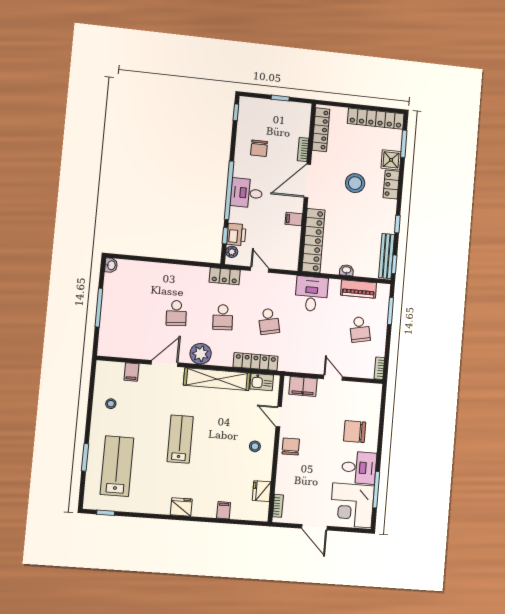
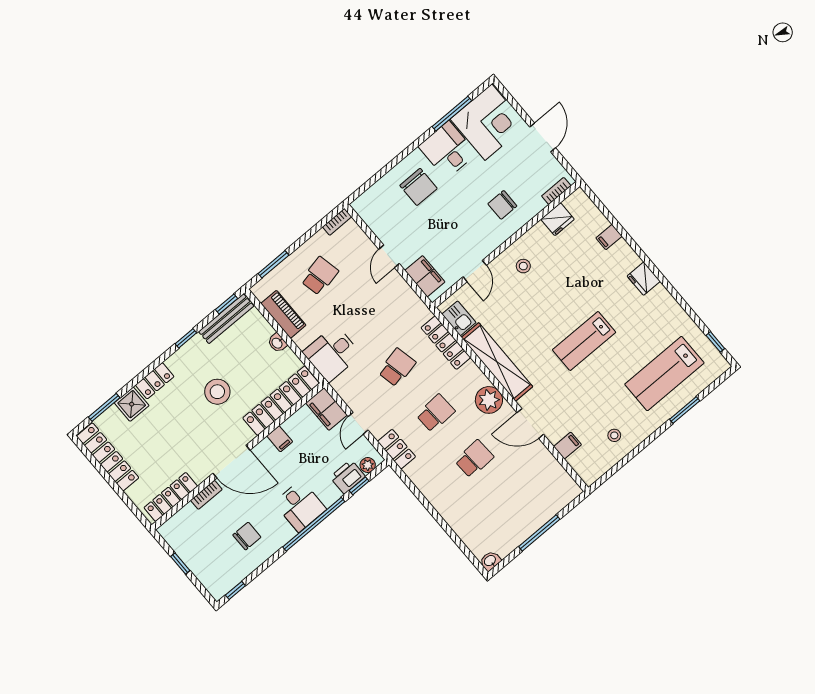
stool: (355, 183) -> (217, 392), moved
filing cabinet: (285, 260) -> (326, 409), added
chair: (291, 446) -> (502, 205), moved

